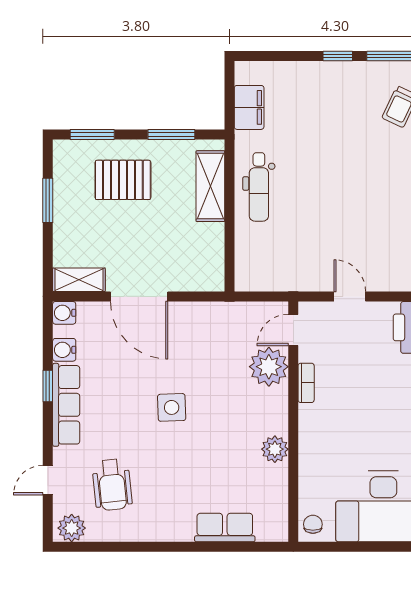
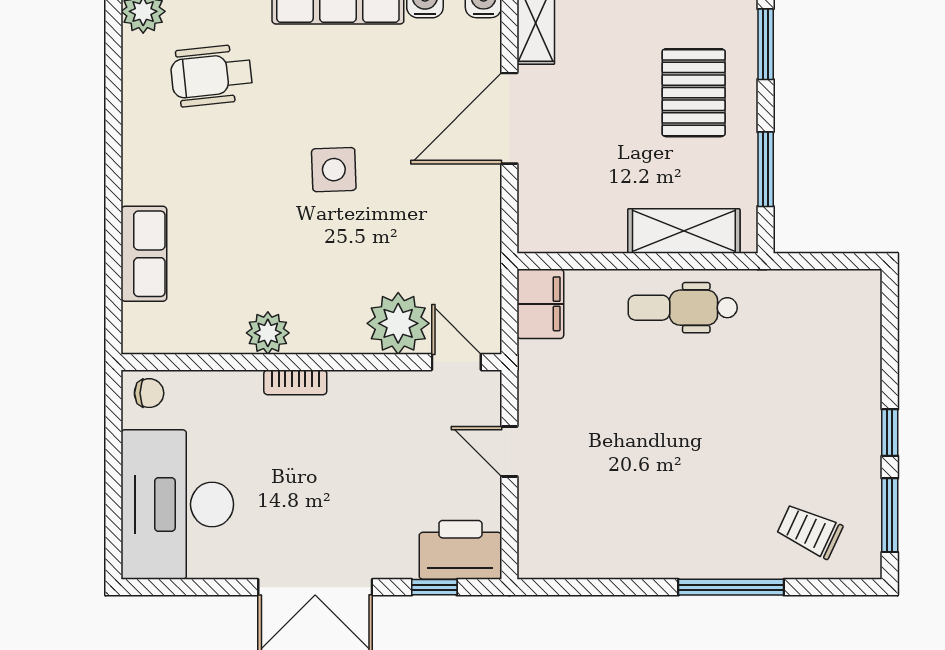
filing cabinet: (249, 107) -> (540, 304), moved, turned -90
door: (350, 296) -> (509, 451), swing flipped
bookcase: (306, 383) -> (295, 382), moved

